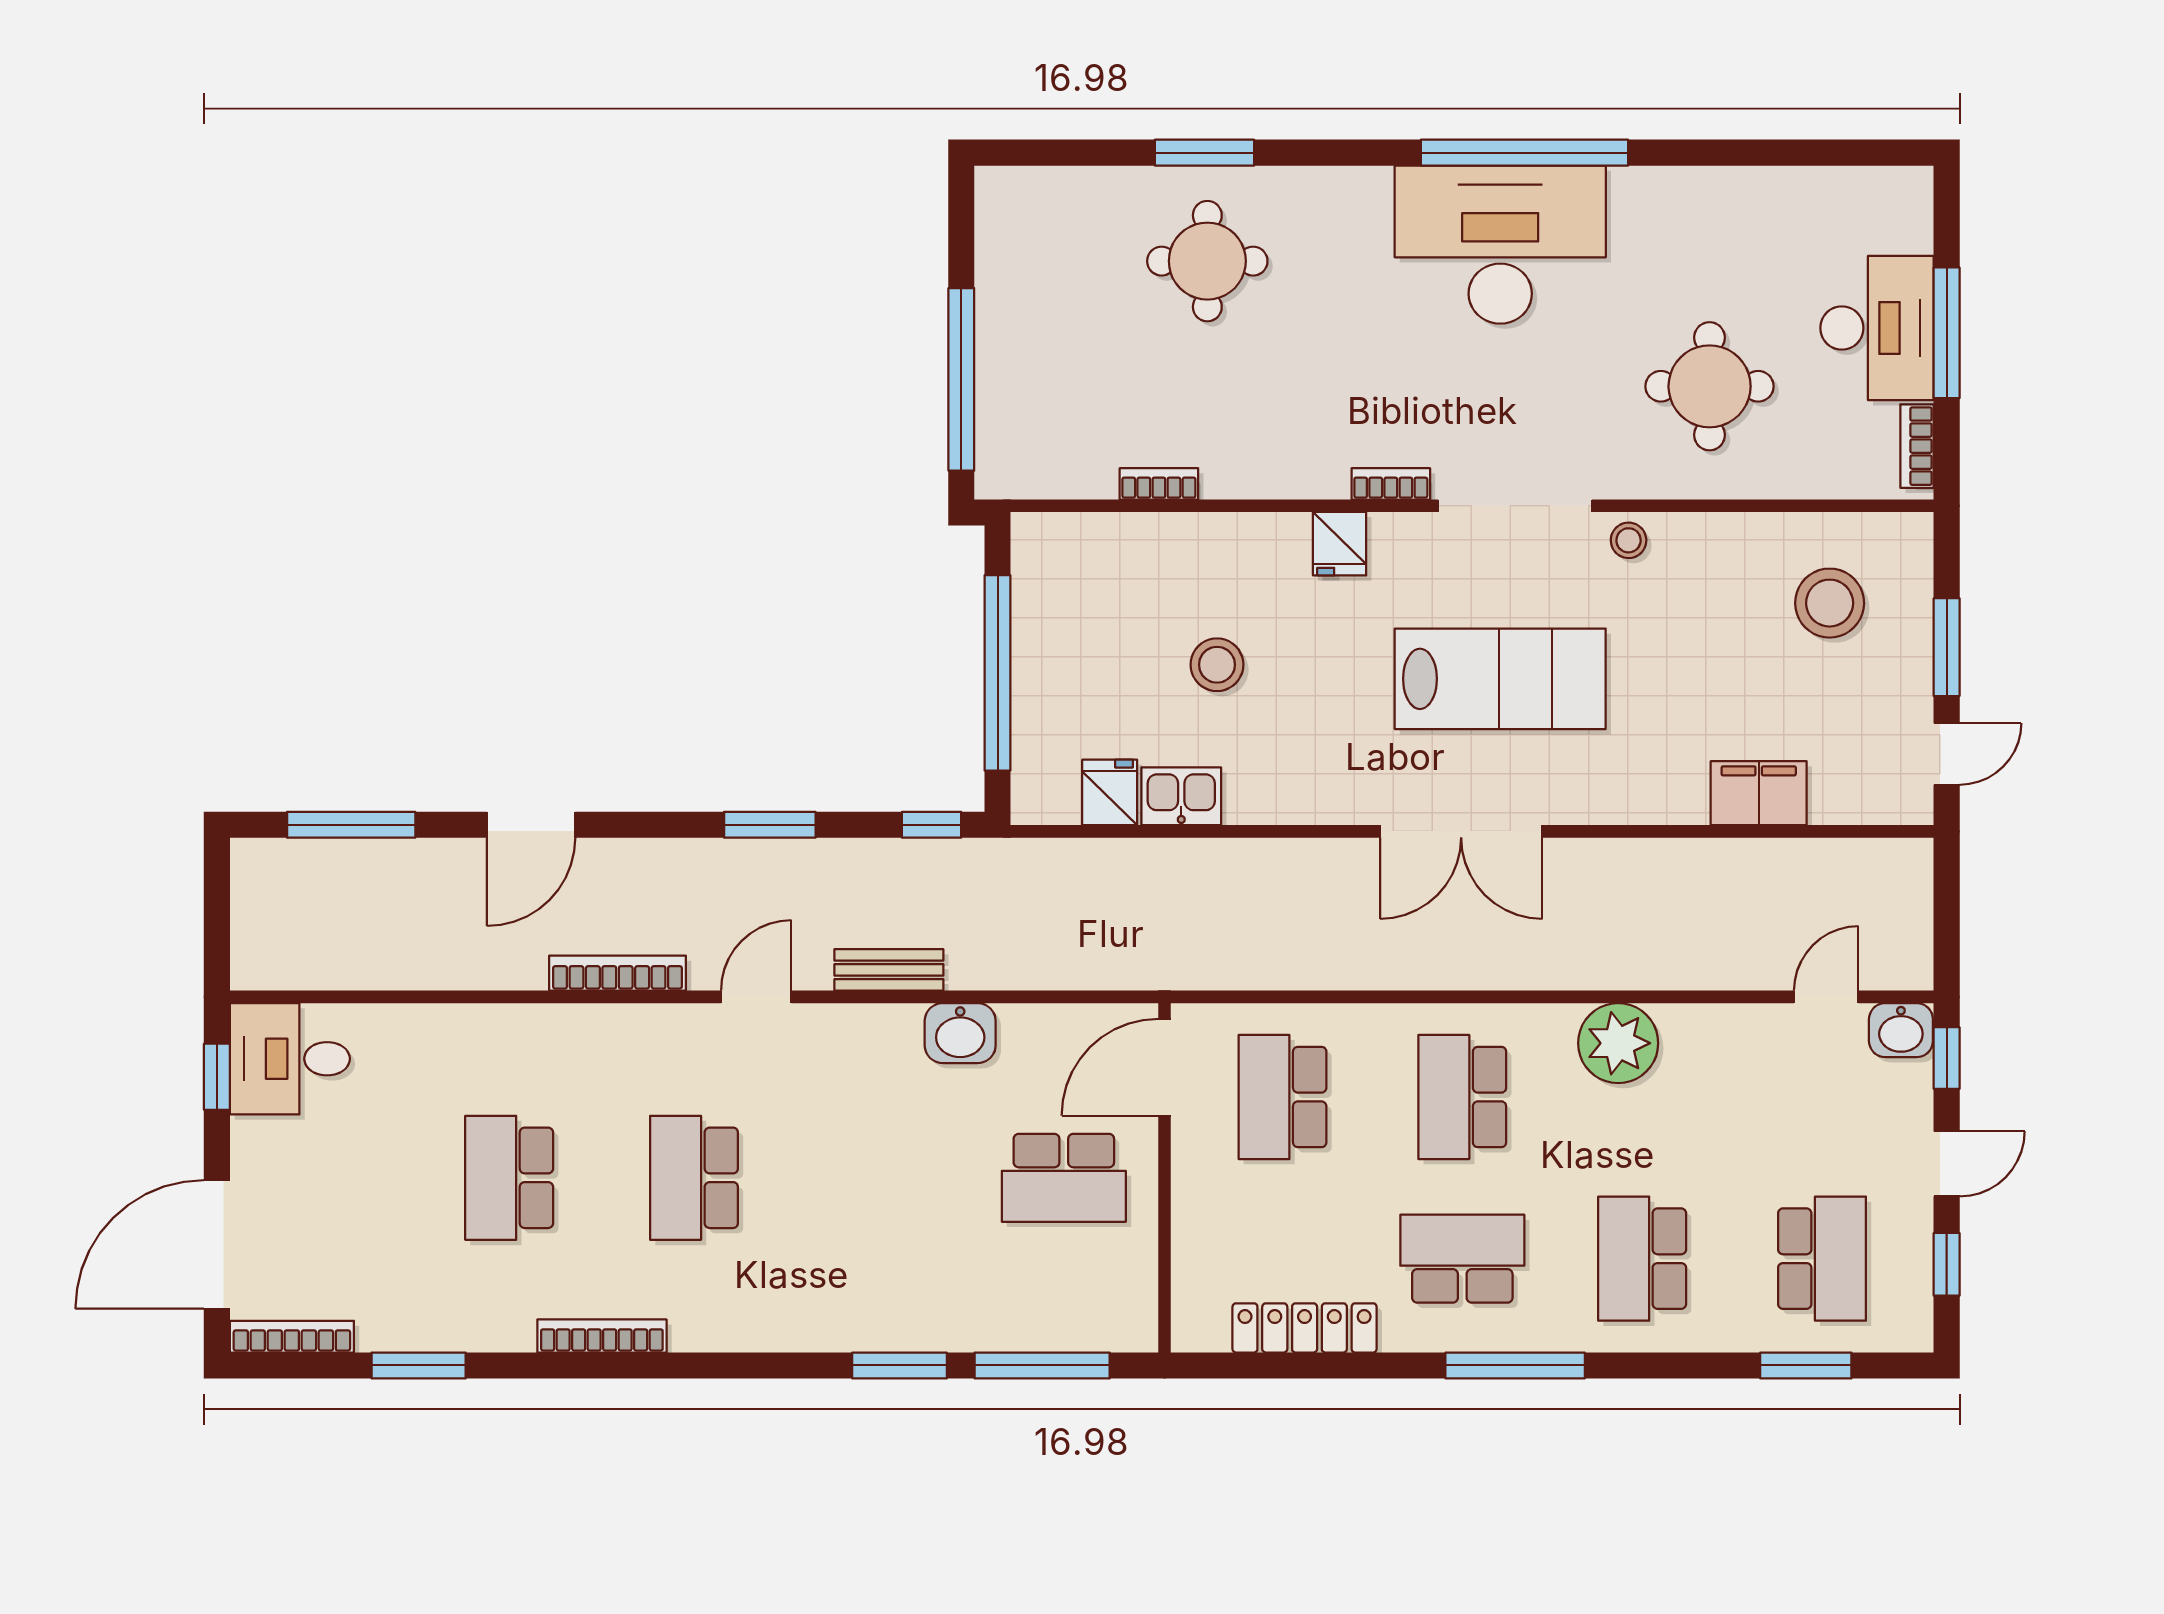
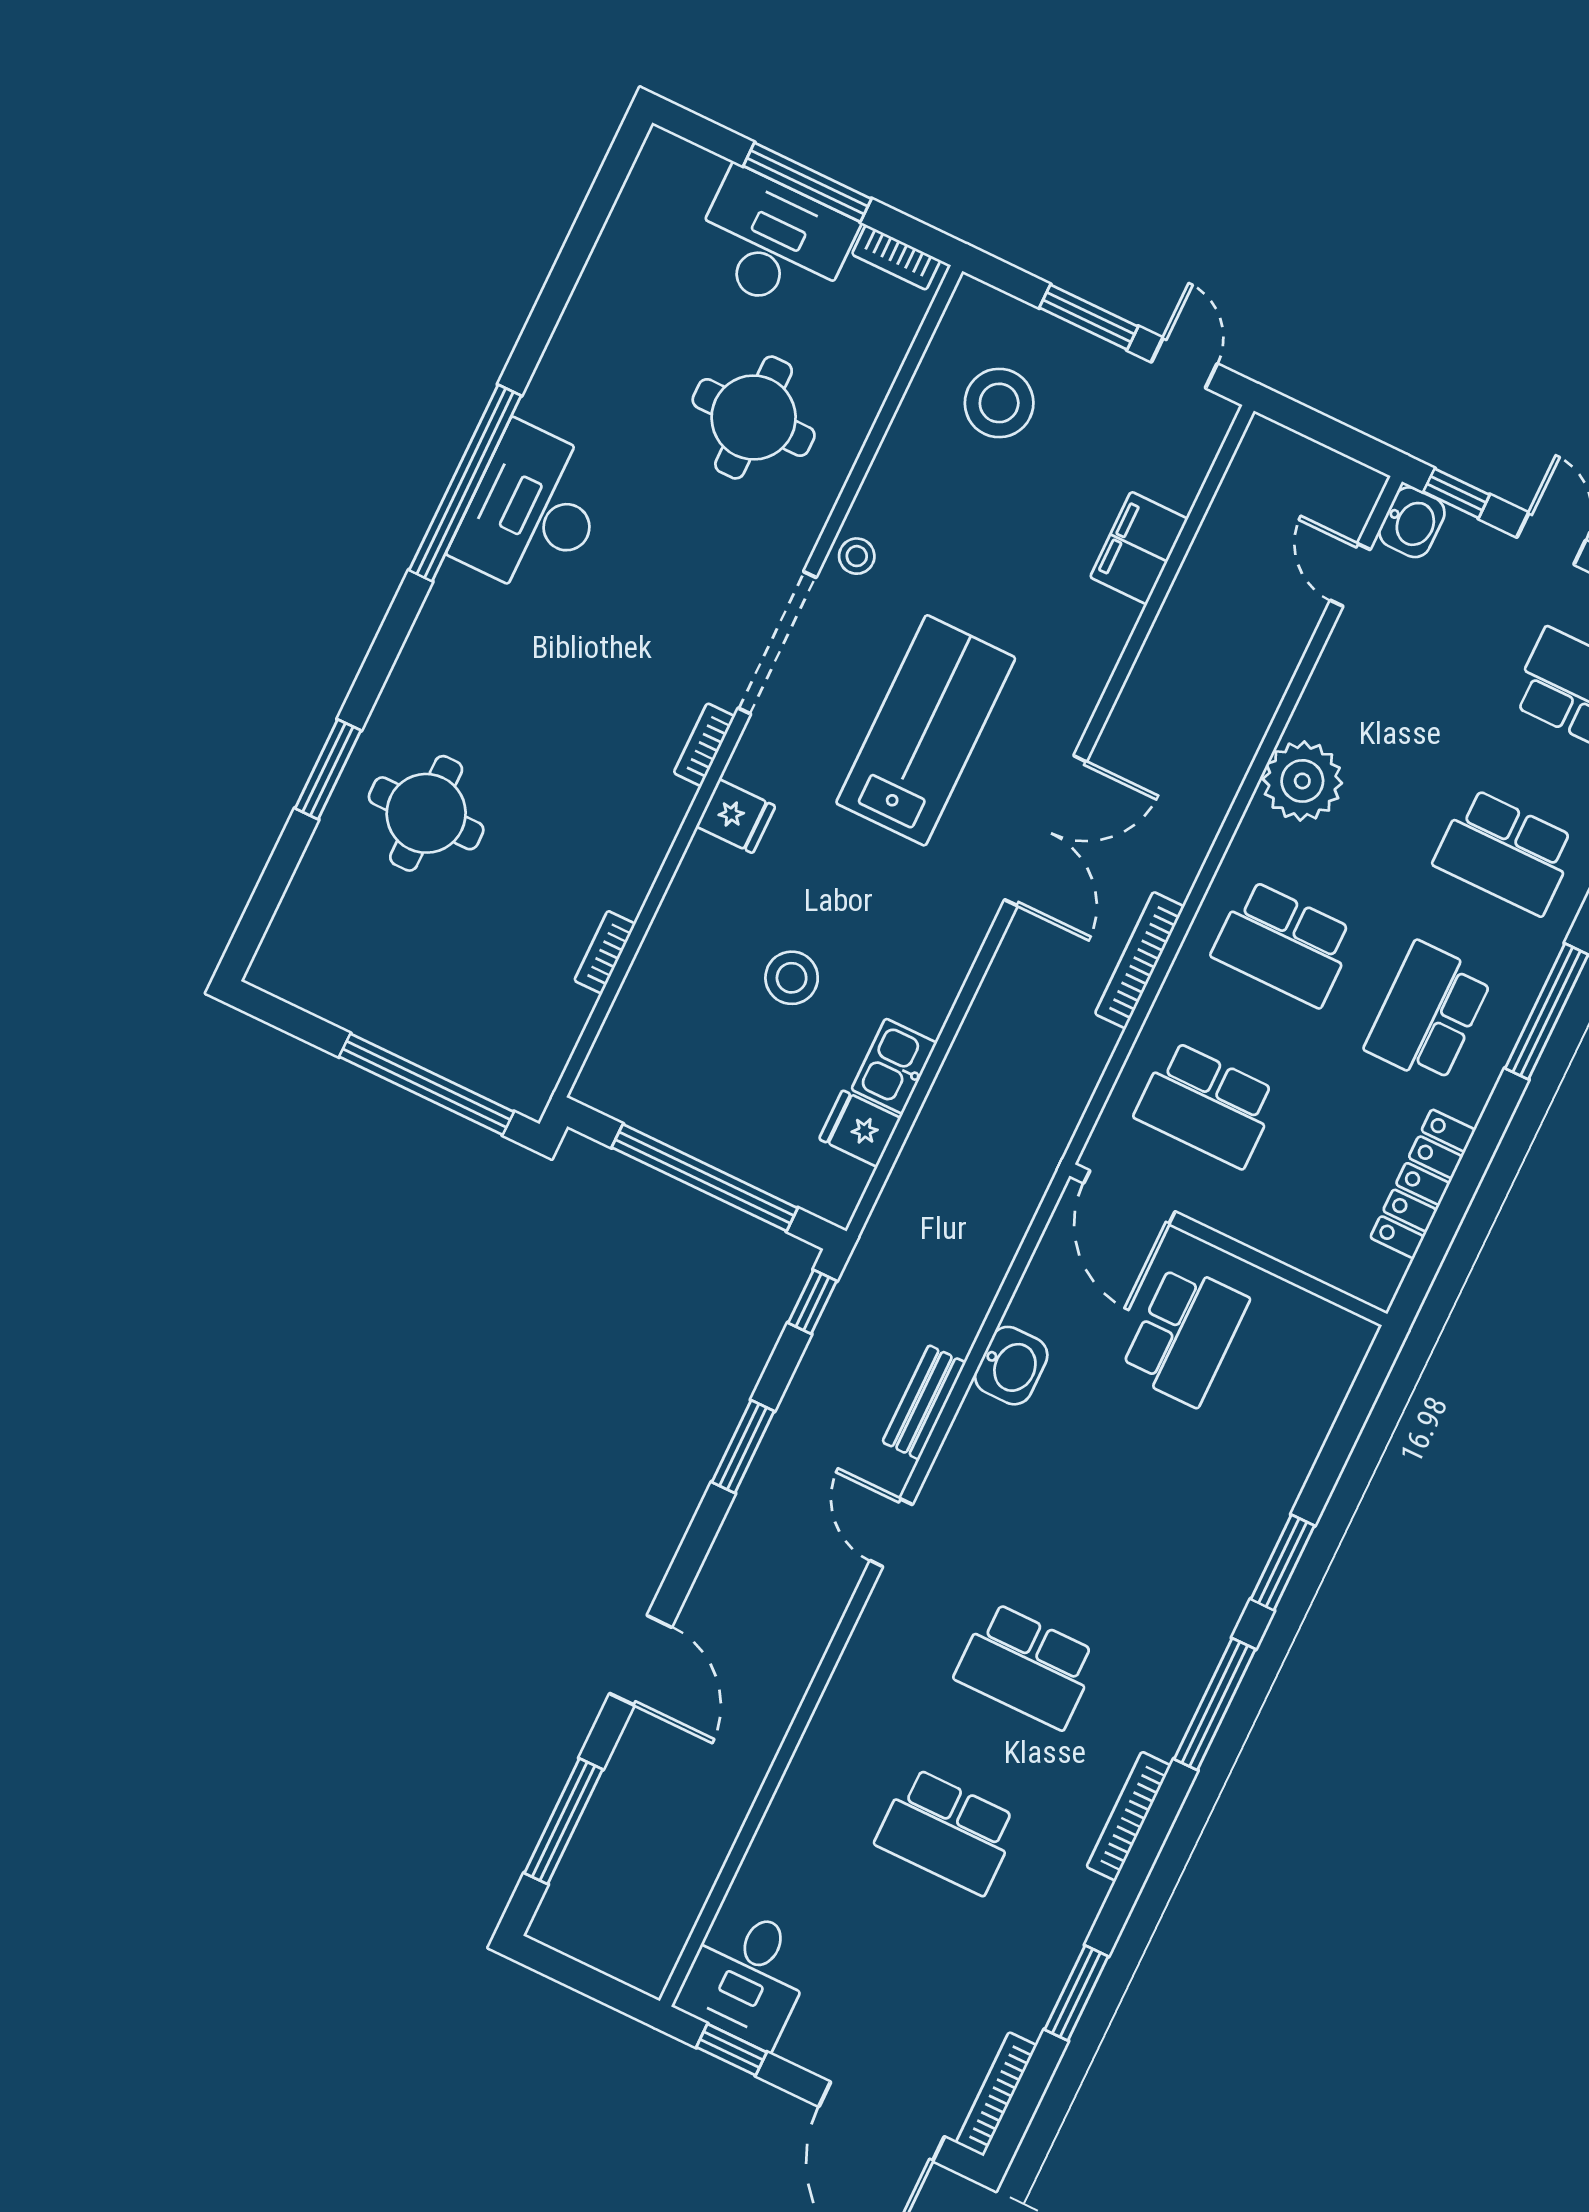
desk: (1500, 245) -> (533, 511), width x0.73, depth x0.77
bookcase: (617, 973) -> (1139, 960), moved
window: (1042, 1365) -> (1215, 1704), moved

